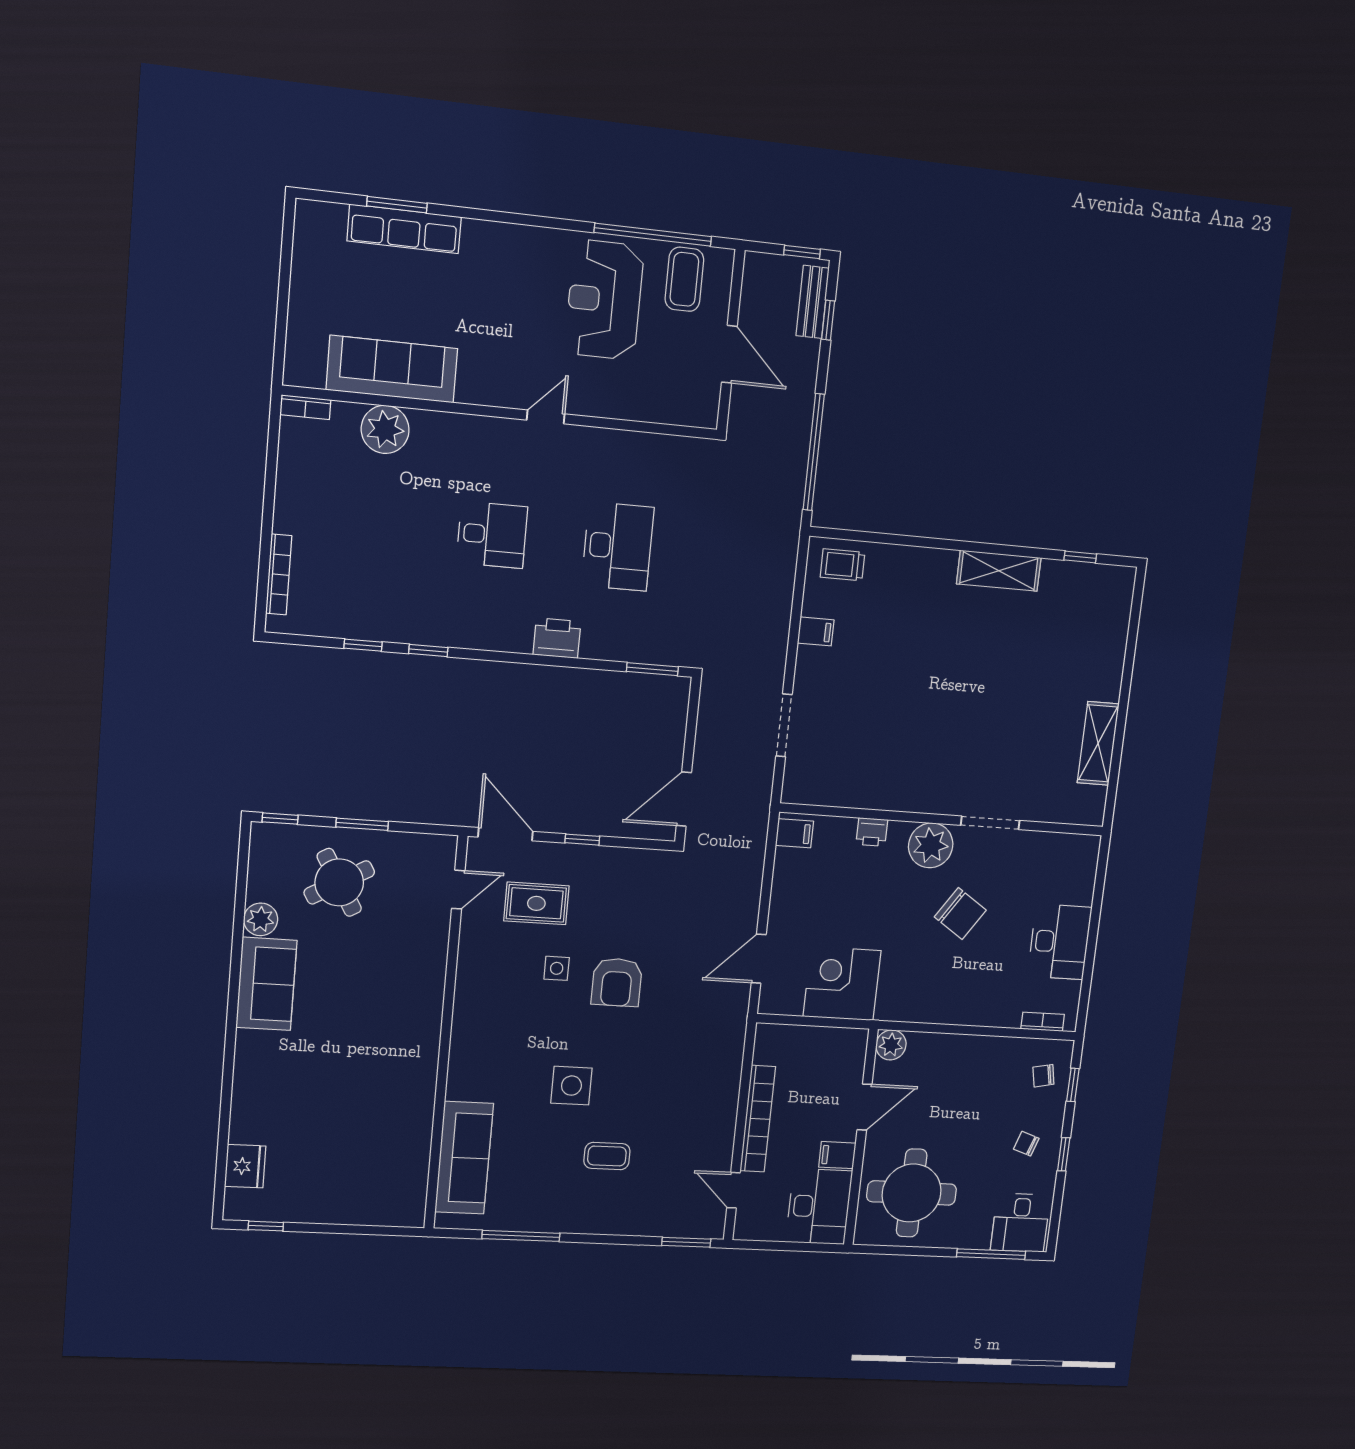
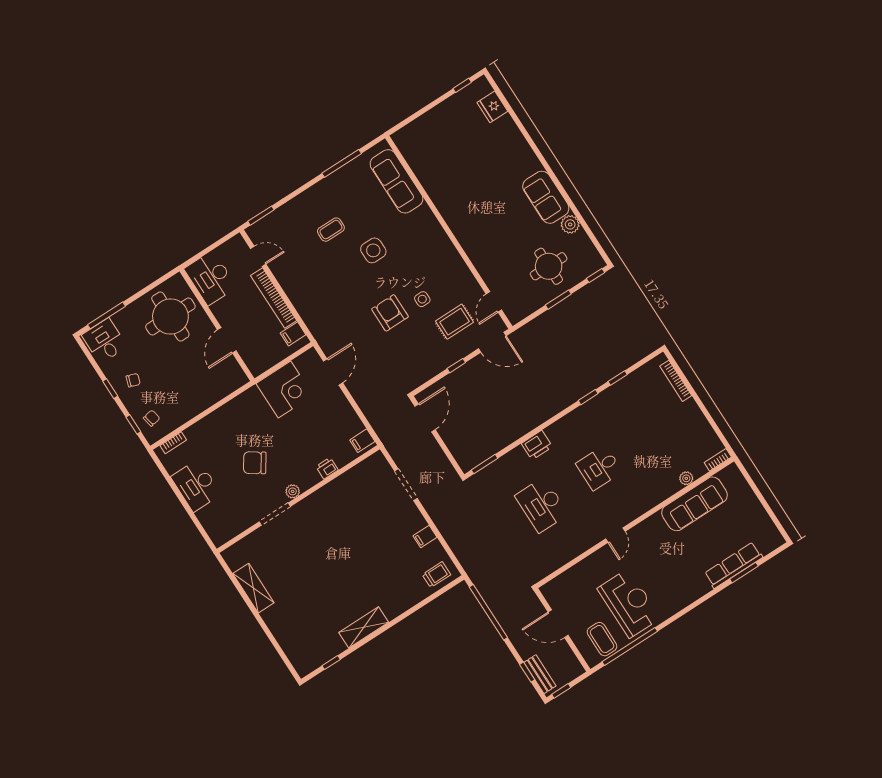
plant: (385, 429) -> (686, 478), width x0.53, depth x0.53
plant: (931, 845) -> (293, 491), width x0.53, depth x0.53
round table: (339, 882) -> (549, 266), turned 30
plant: (891, 1045) -> (238, 378), removed
filing cabinet: (837, 1155) -> (293, 334), moved, turned 180

